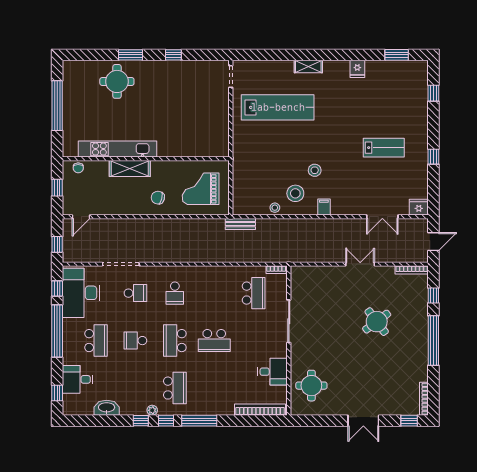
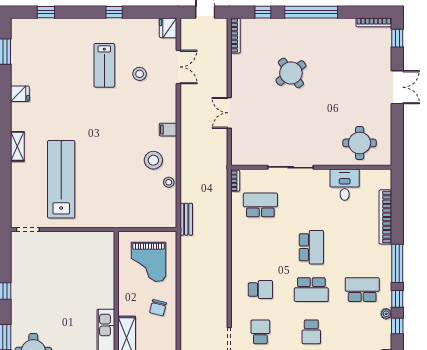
lab bench: (384, 148) -> (104, 65), turned 180
stool: (315, 170) -> (140, 74), moved
double door: (360, 264) -> (229, 113), moved
bookcase: (260, 410) -> (385, 217), moved

